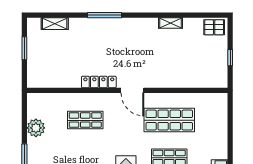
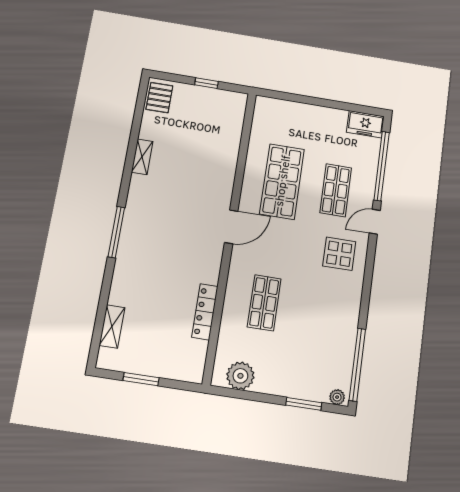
window: (105, 15) -> (116, 232), moved
locker: (99, 82) -> (205, 312), moved
plant: (36, 128) -> (240, 376), moved

